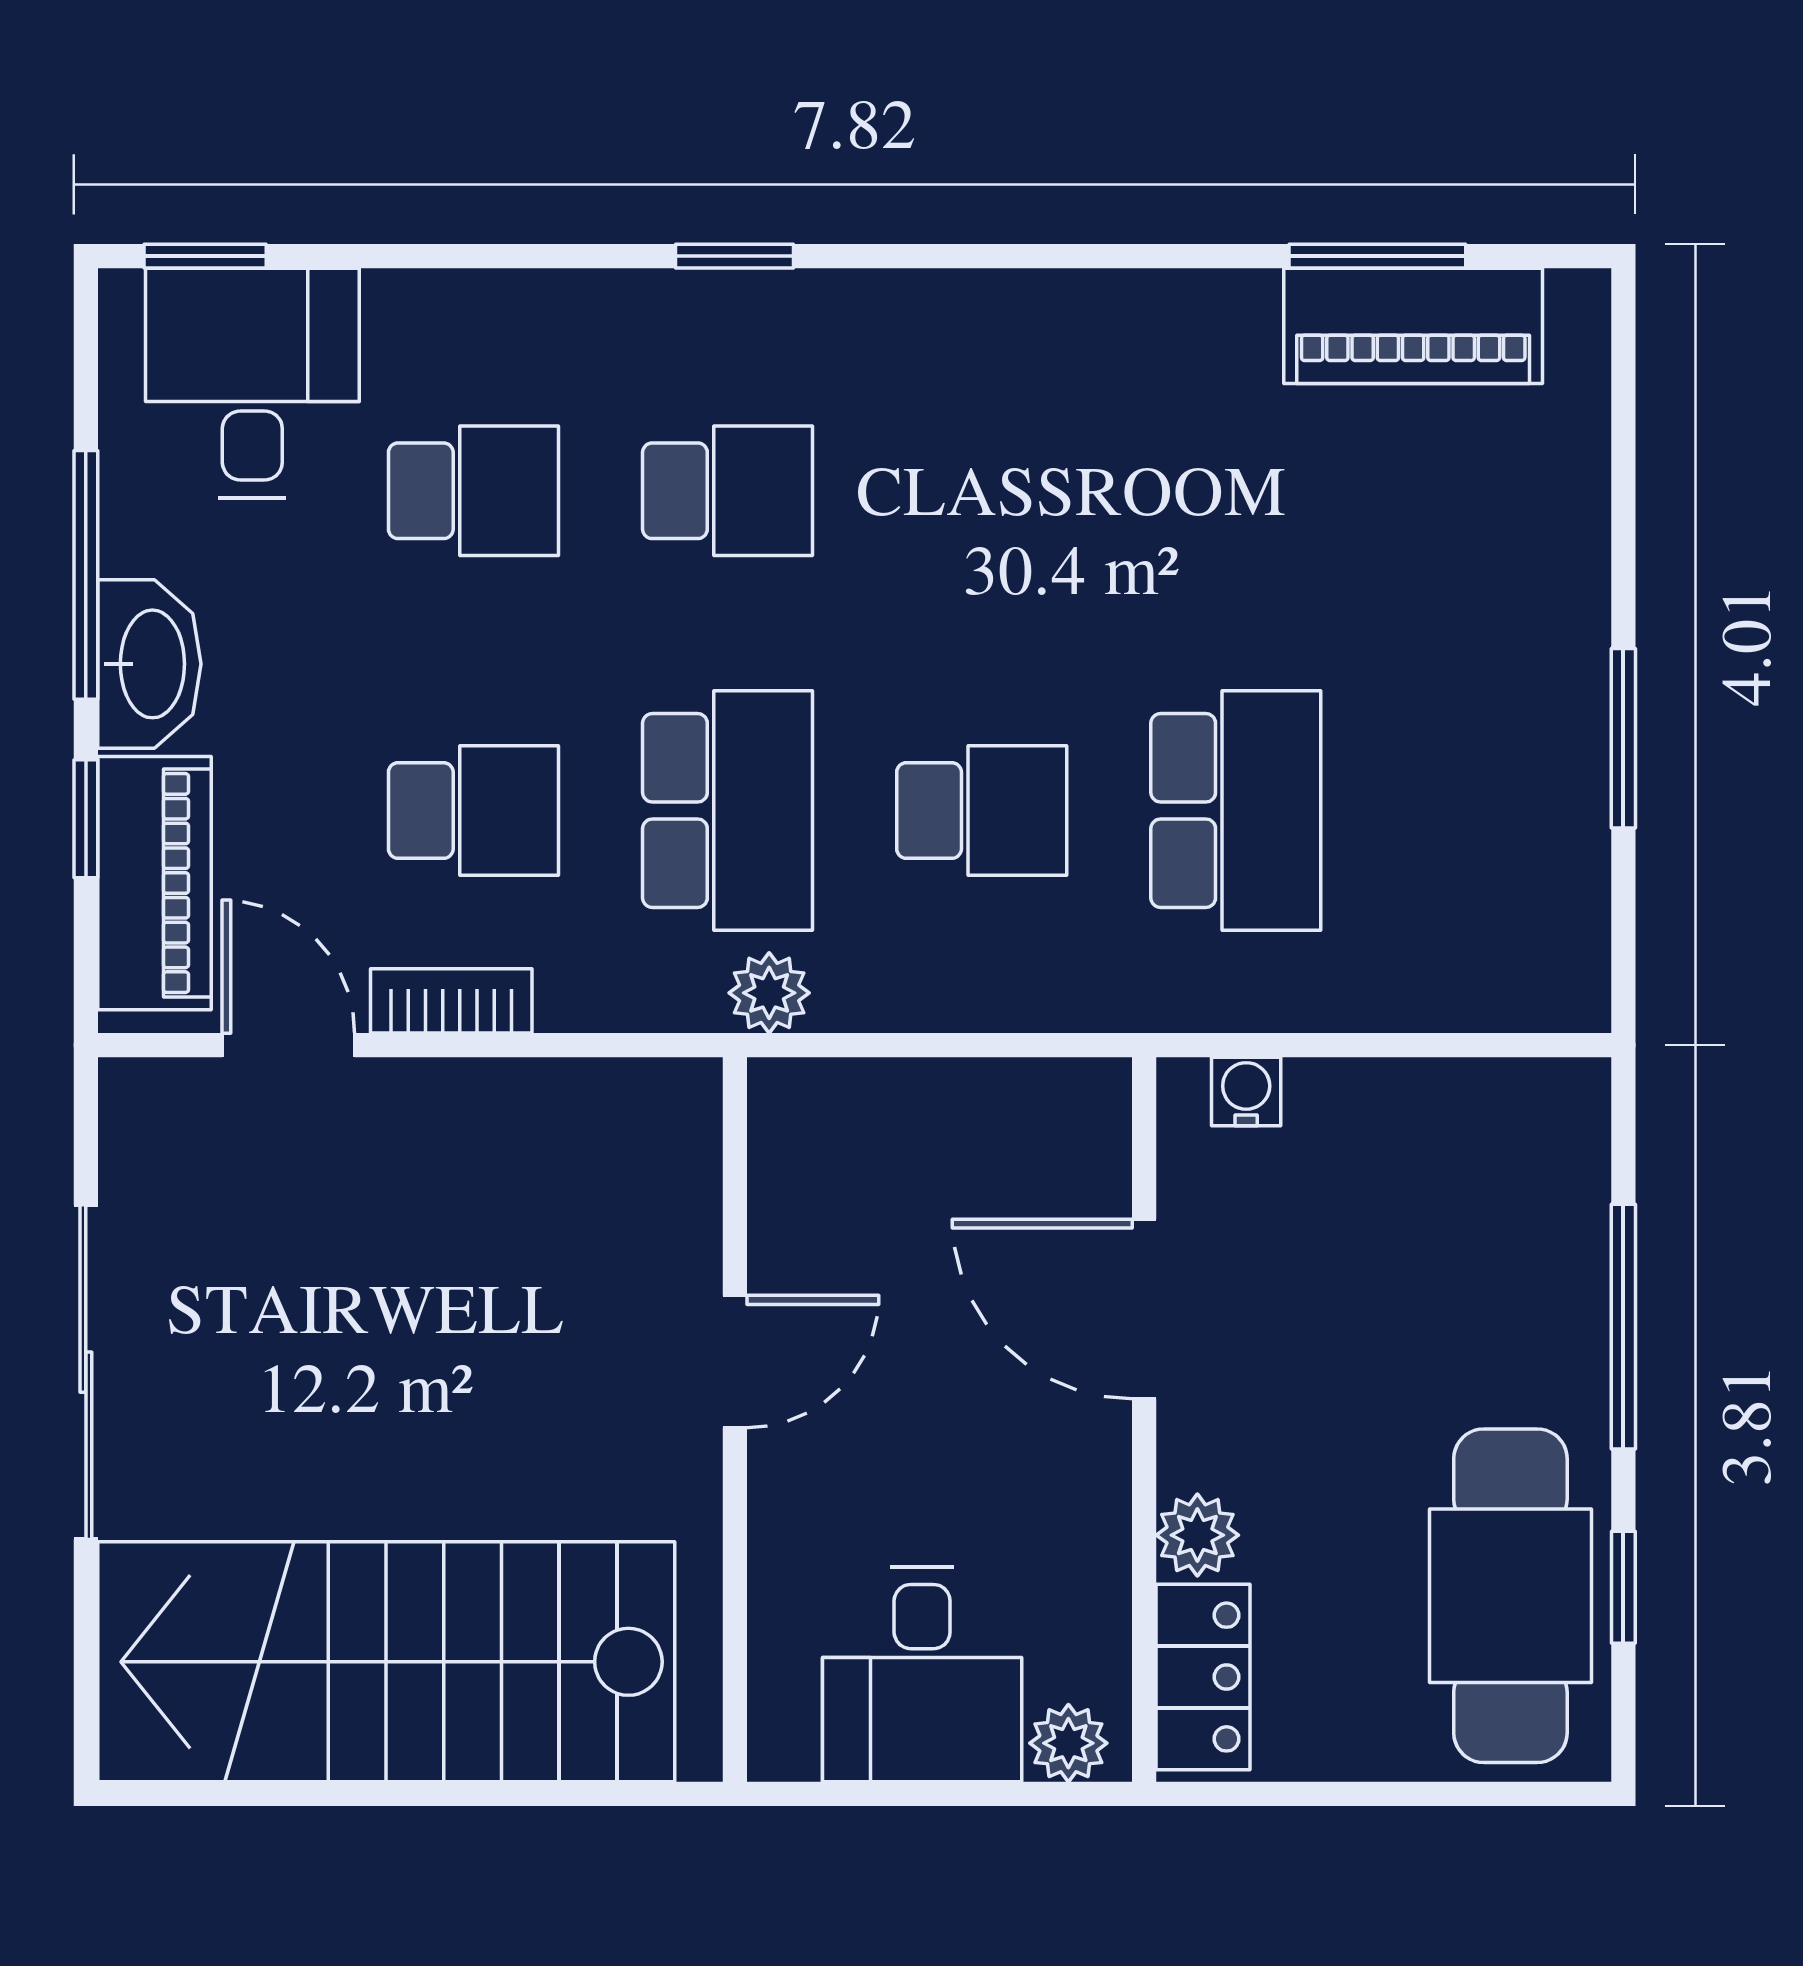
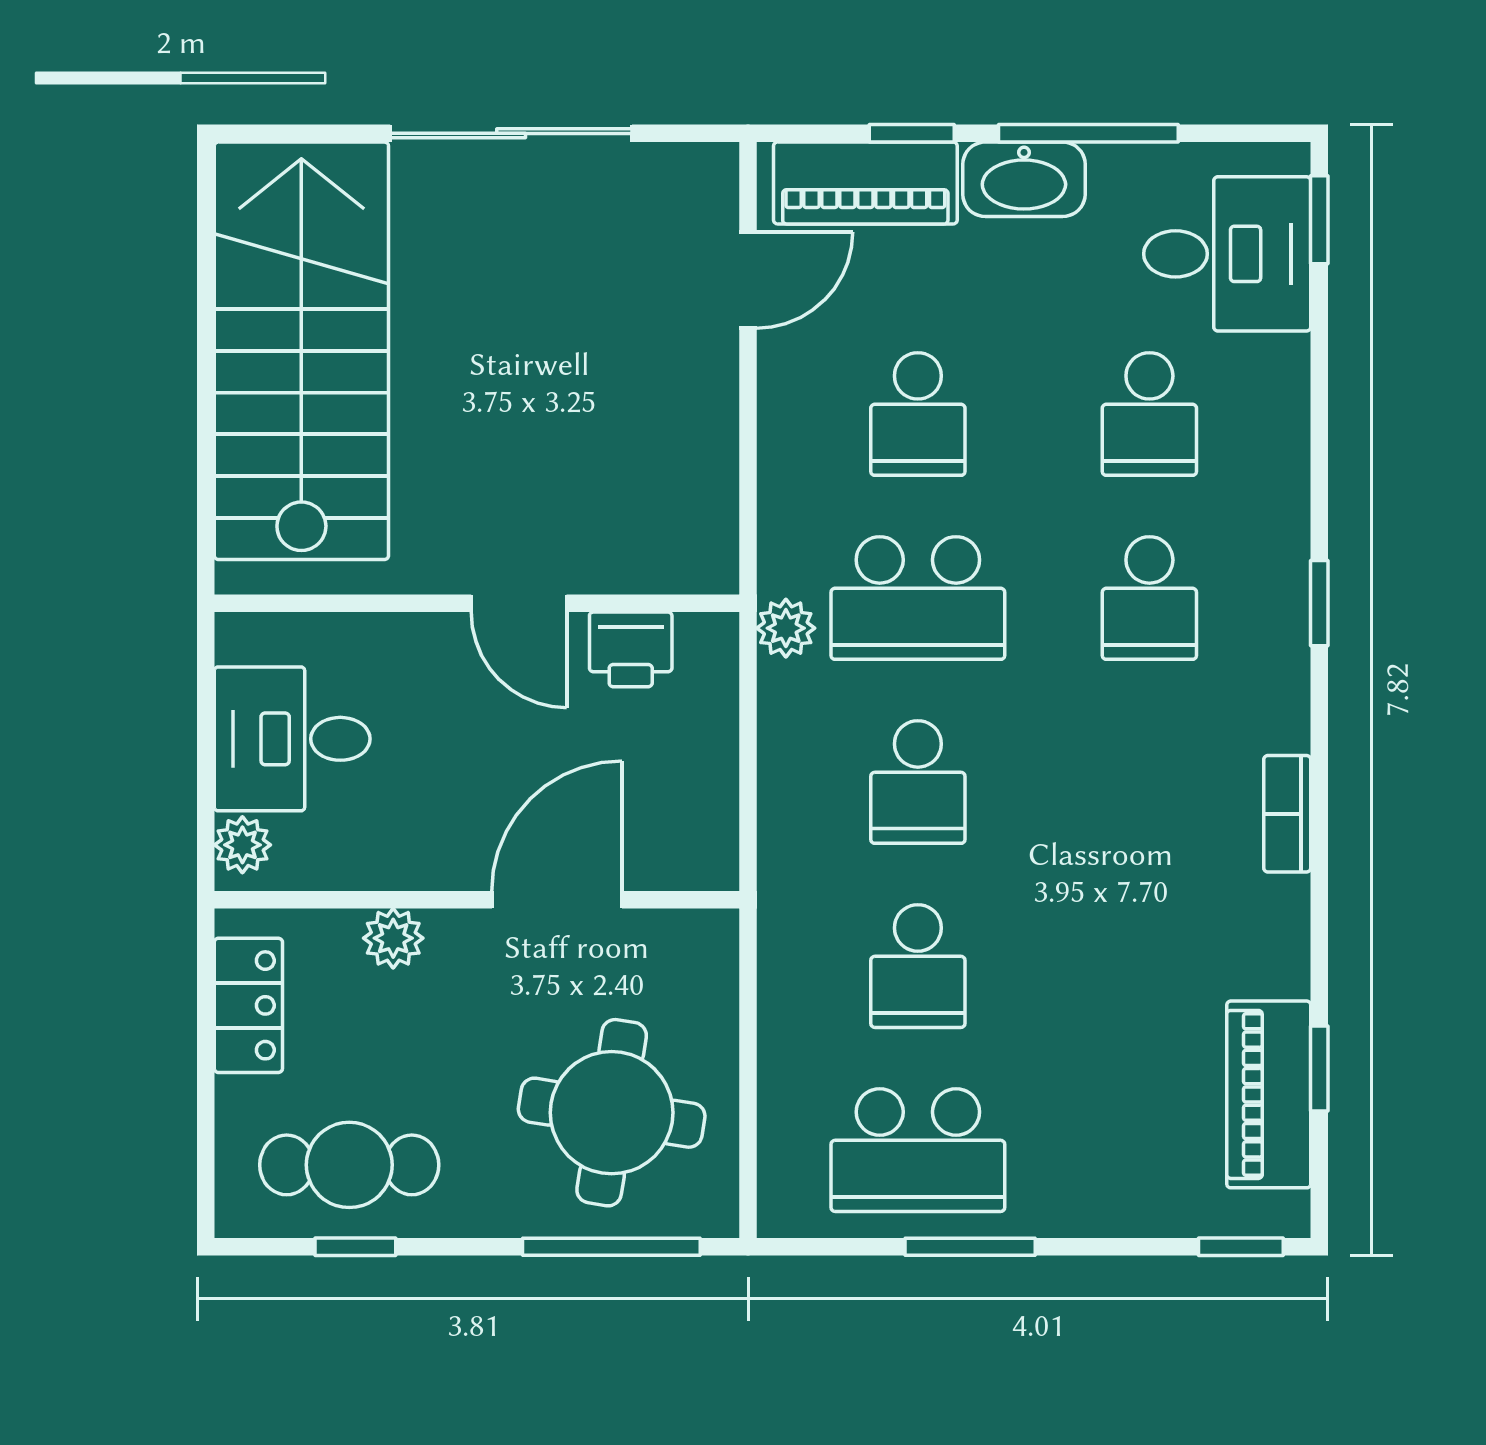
window: (1377, 256) -> (1319, 1069), width x0.67
window: (1623, 365) -> (1241, 1247), added
school desk: (1236, 811) -> (918, 966), width x0.54
school desk: (1490, 811) -> (918, 1150), added
bookcase: (451, 1001) -> (1287, 814), moved, turned 180
water cooler: (1246, 1091) -> (714, 974), removed
printer: (799, 1207) -> (631, 649), added
round table: (1438, 1233) -> (612, 1113), added
window: (1623, 1327) -> (611, 1247), moved
cafe table: (1510, 1596) -> (349, 1165), width x0.73, depth x0.74
locker: (1203, 1677) -> (248, 1005), moved, turned -90

